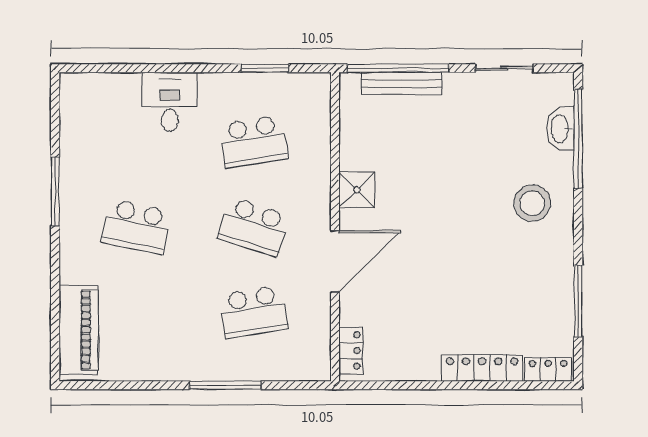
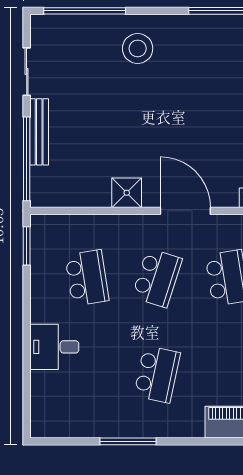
window: (265, 68) -> (27, 246), moved
bench: (402, 84) -> (39, 132), moved
washbasin: (561, 129) -> (76, 25), removed

